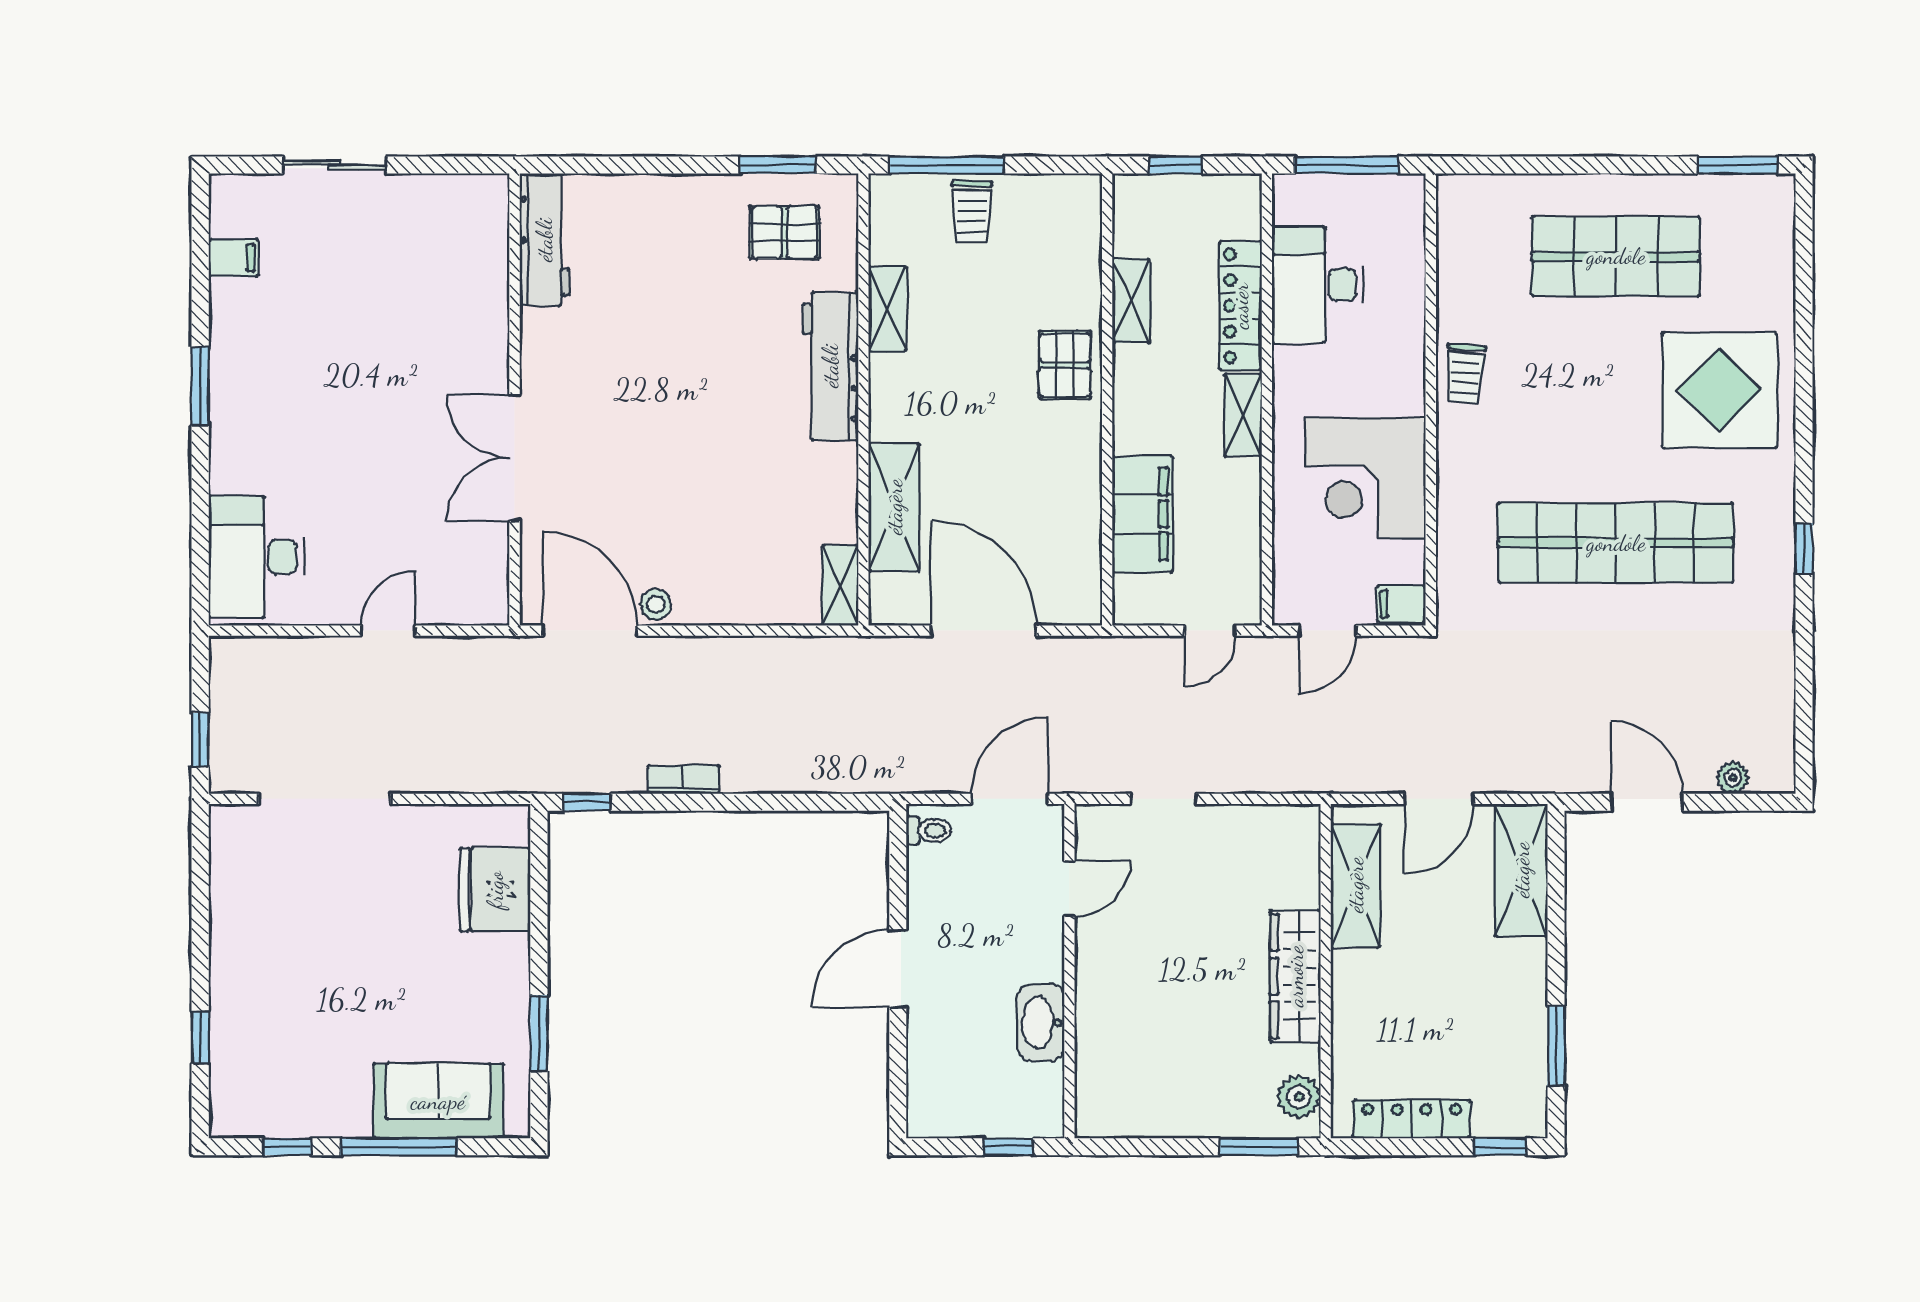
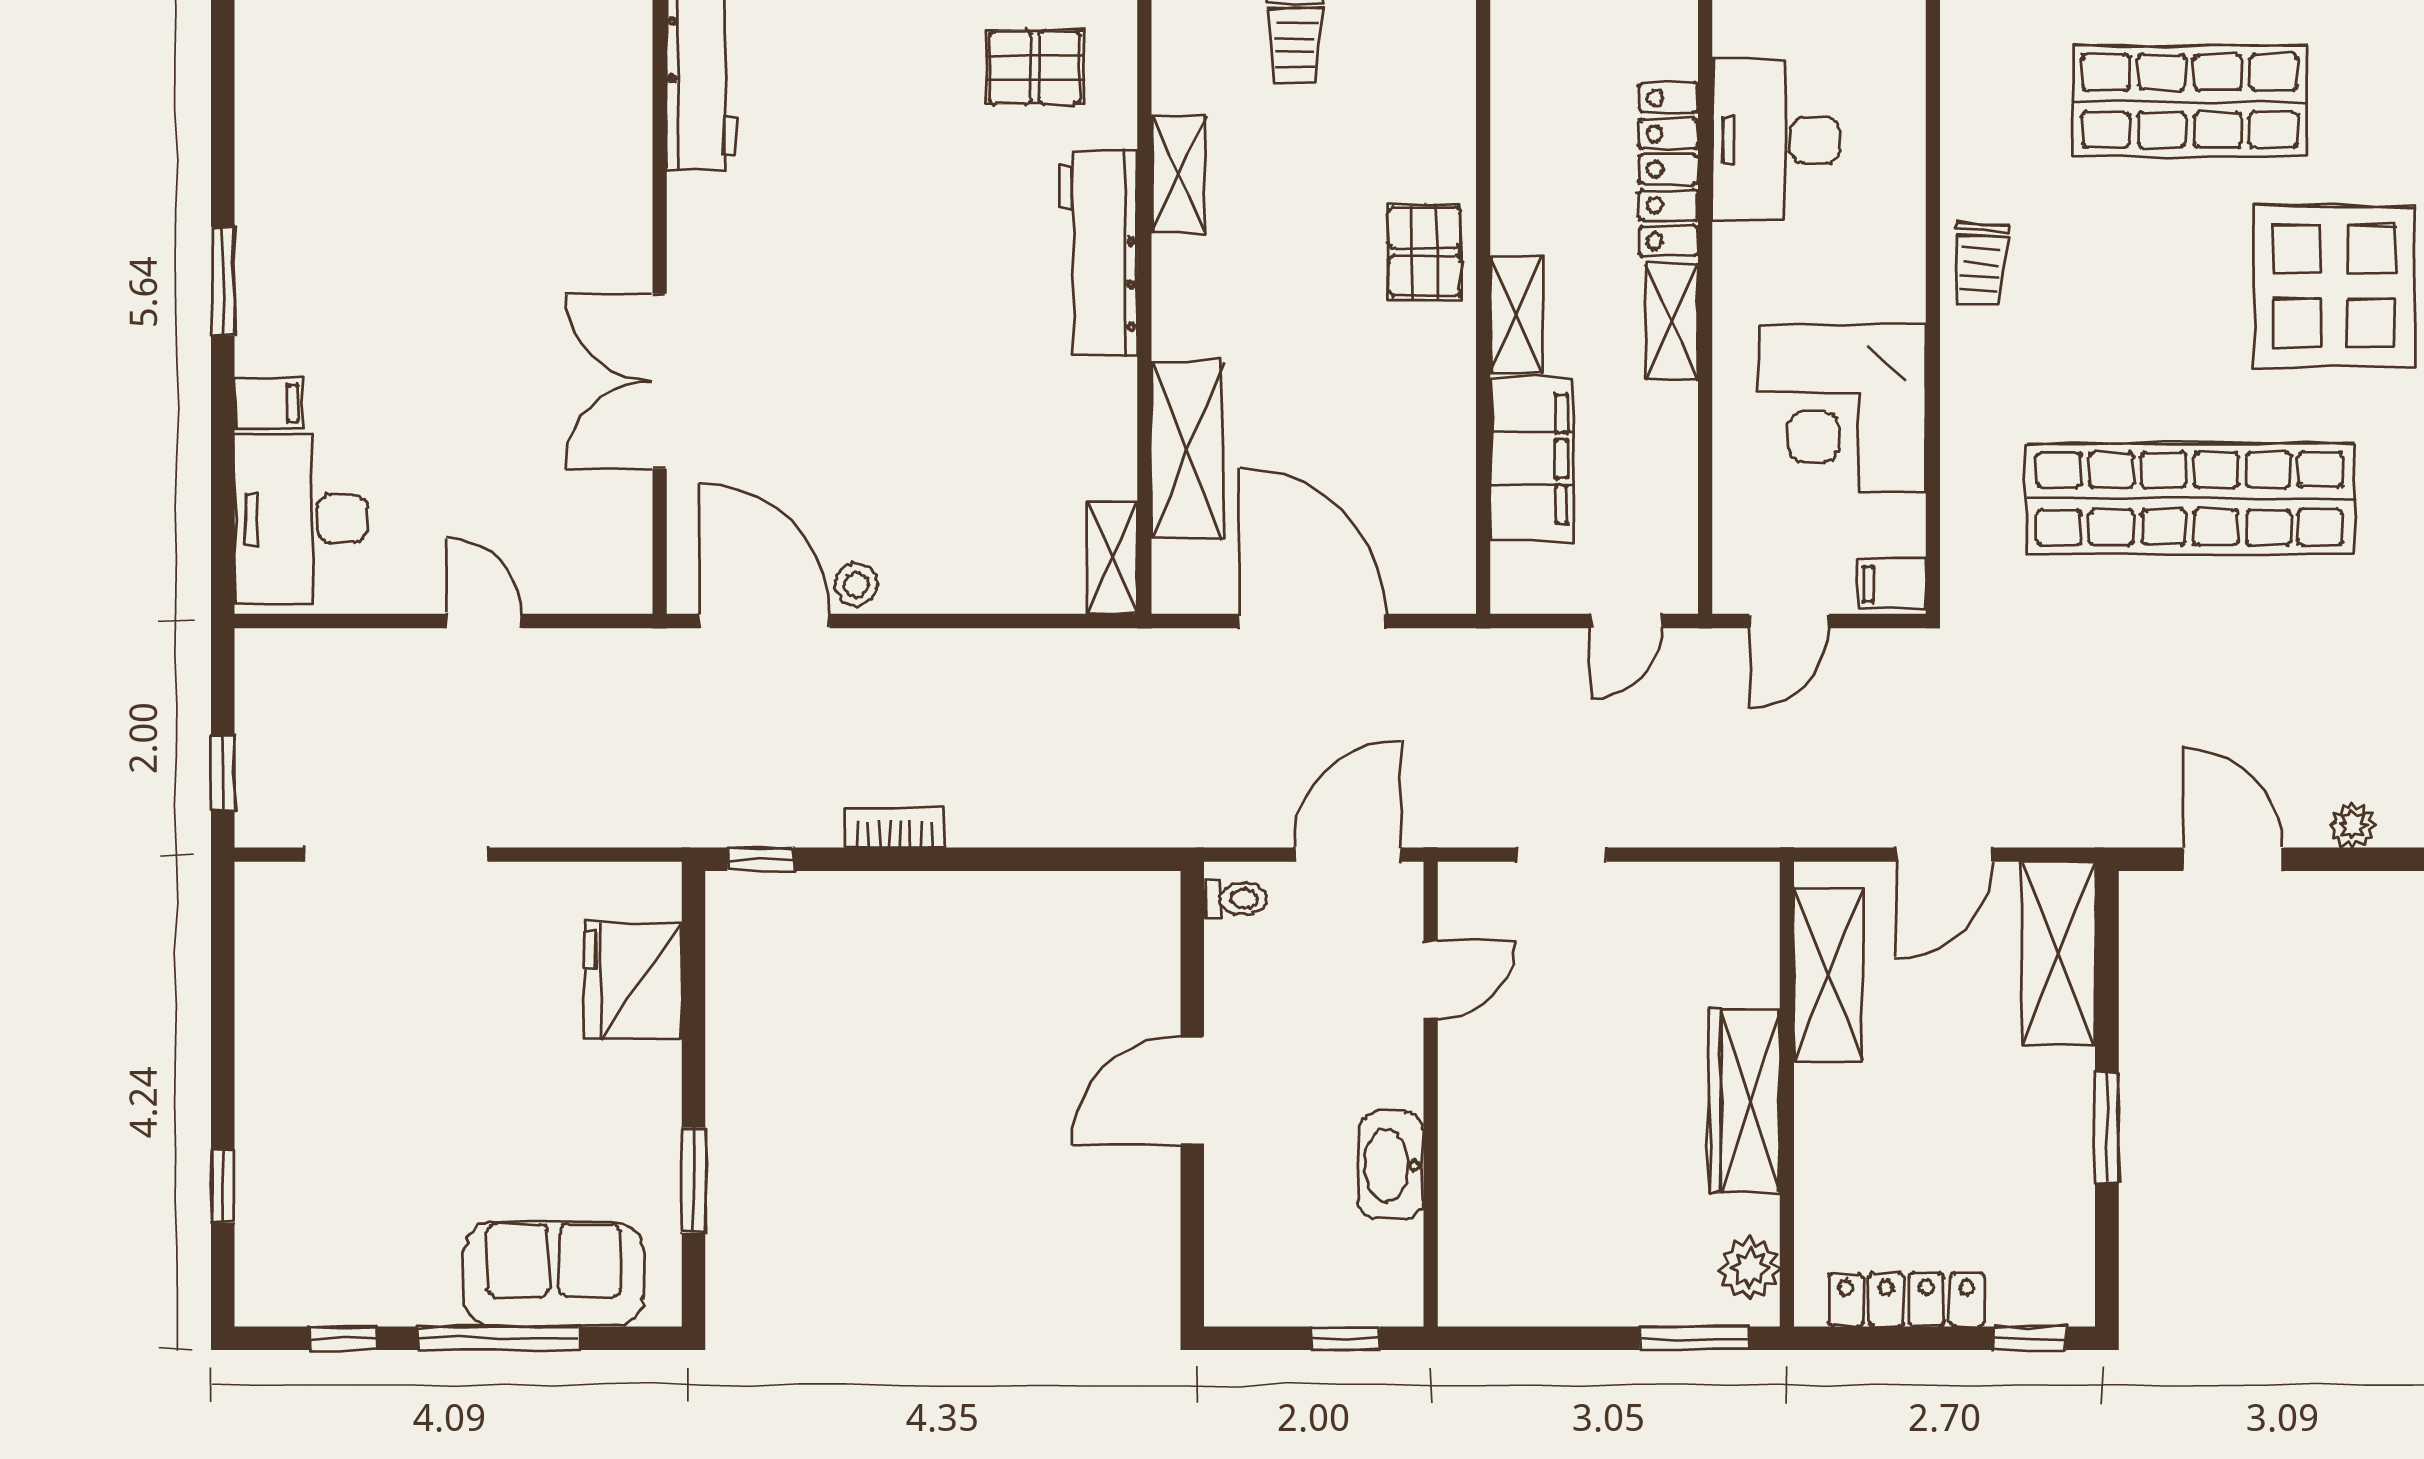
filing cabinet: (233, 258) -> (269, 403), moved
shelving: (1131, 301) -> (1516, 315), moved
door: (388, 631) -> (484, 621), hinge flipped
window: (1556, 1046) -> (2107, 1127), moved

